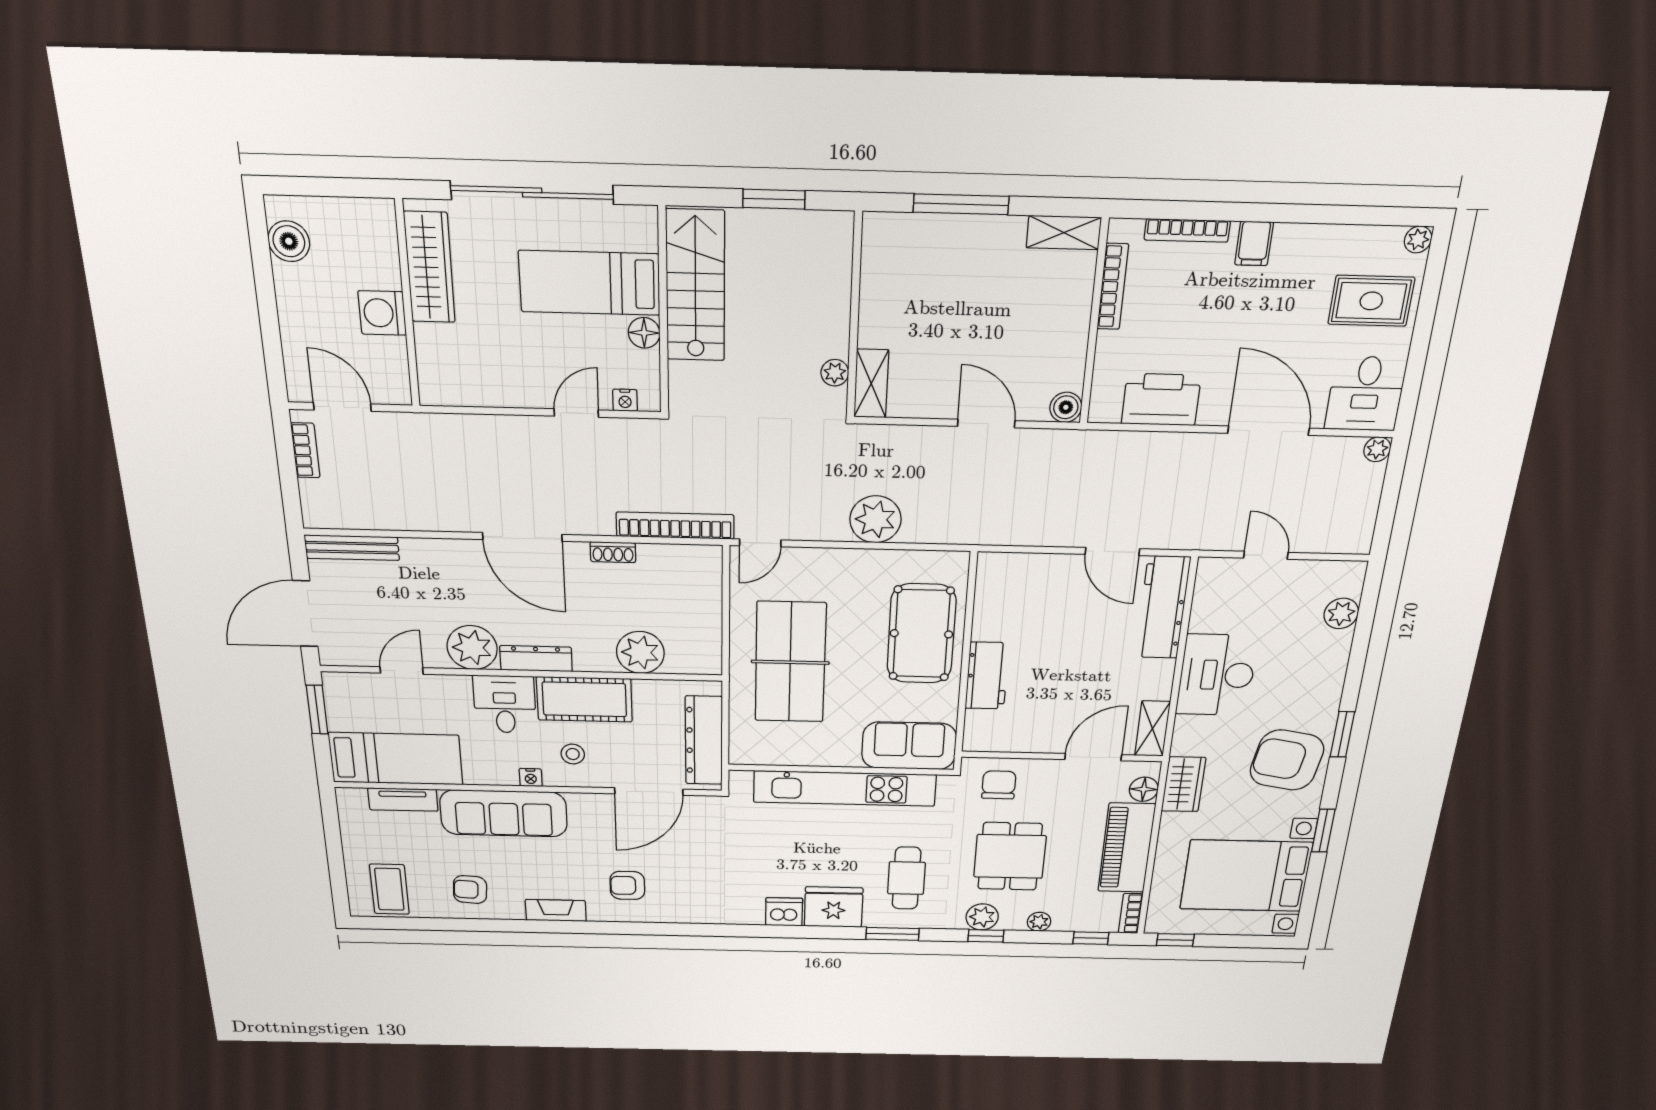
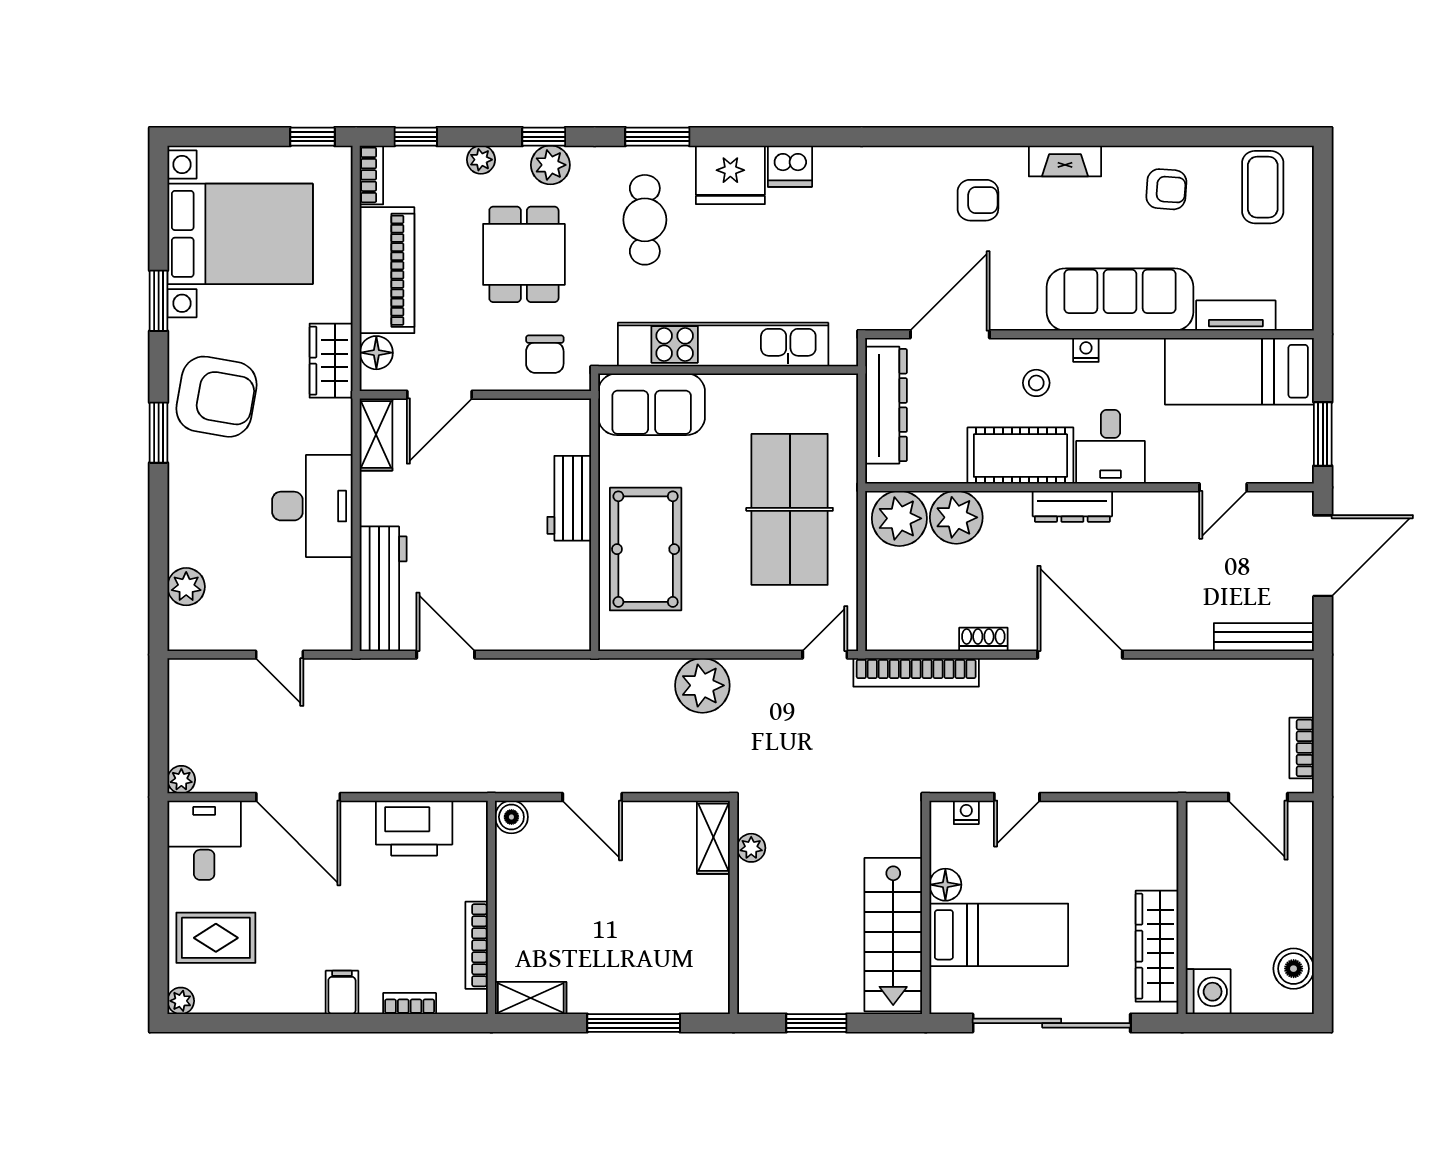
bookcase: (1187, 230) -> (410, 1004), width x0.64
washing machine: (382, 313) -> (1208, 992), moved
plant: (472, 648) -> (899, 518), moved

